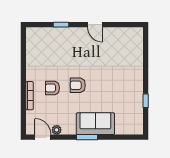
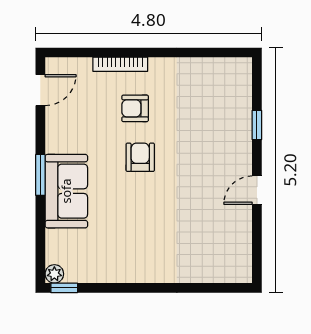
armchair: (52, 88) -> (135, 108), turned -90
window: (146, 101) -> (64, 288), moved
plant: (57, 130) -> (54, 274), moved

